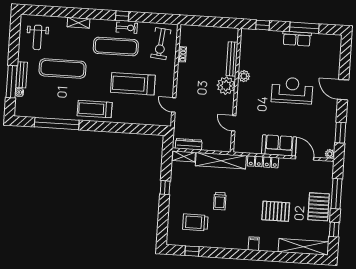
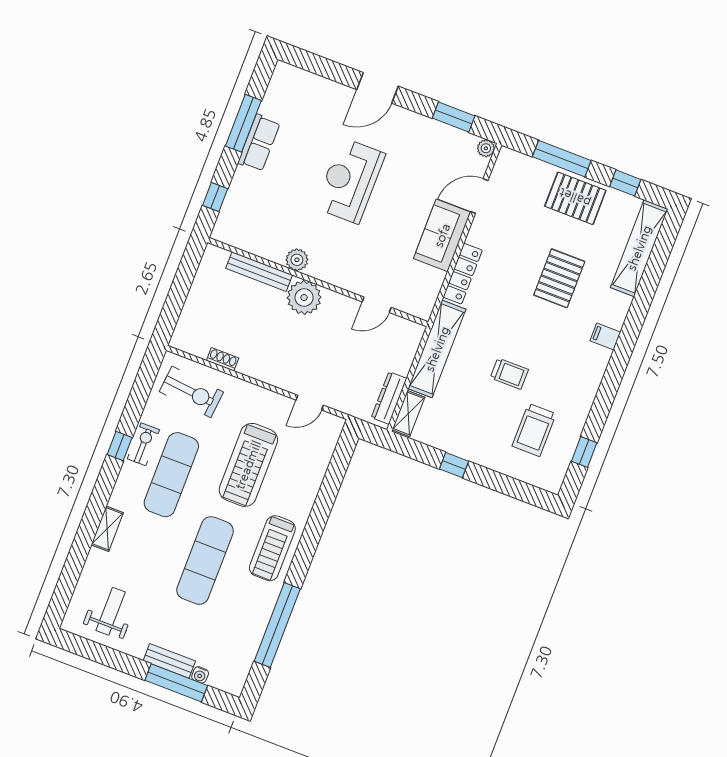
weight bench: (37, 37) -> (111, 611), turned -90
exercise mat: (63, 69) -> (205, 560), moved

